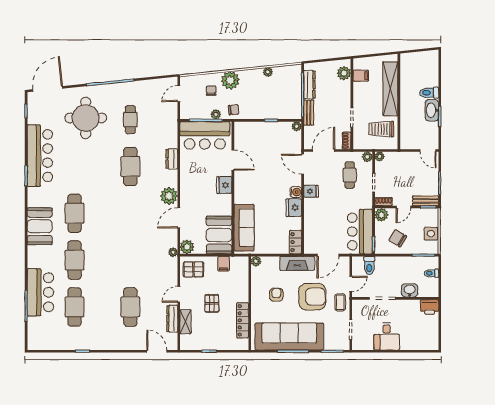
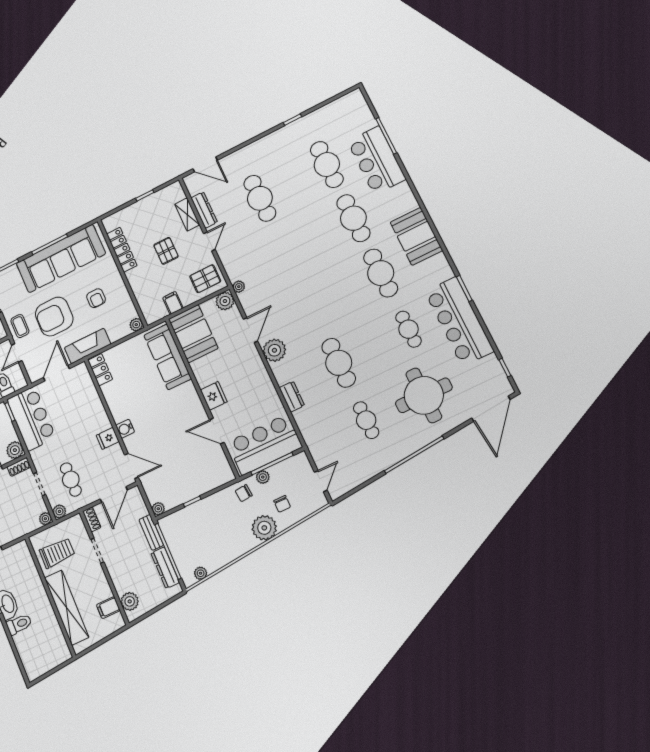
plant: (268, 72) -> (201, 573), moved
cafe table: (74, 166) -> (408, 329), added
fridge: (294, 208) -> (120, 409), removed

